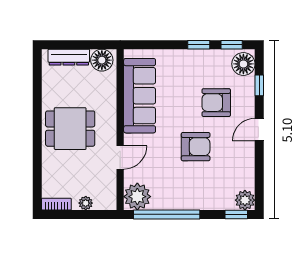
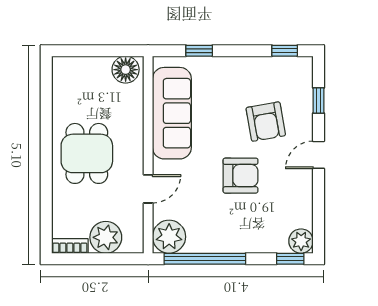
window: (199, 45) -> (199, 51), moved
dresser: (69, 57) -> (85, 66), removed
floor lamp: (243, 64) -> (299, 74), removed
armchair: (216, 103) -> (266, 122), turned -100
dining table: (70, 129) -> (87, 153), turned 90
plant: (86, 203) -> (106, 237), width x1.87, depth x1.87

